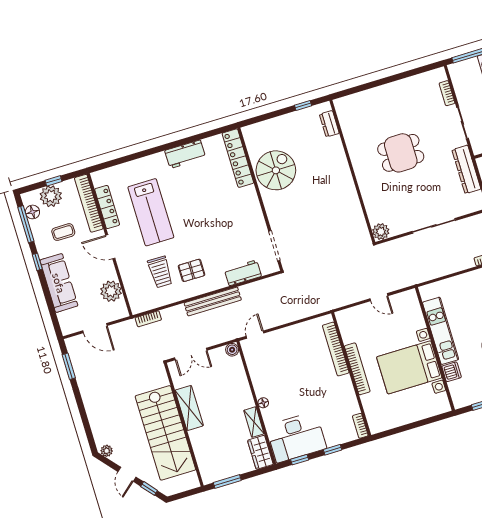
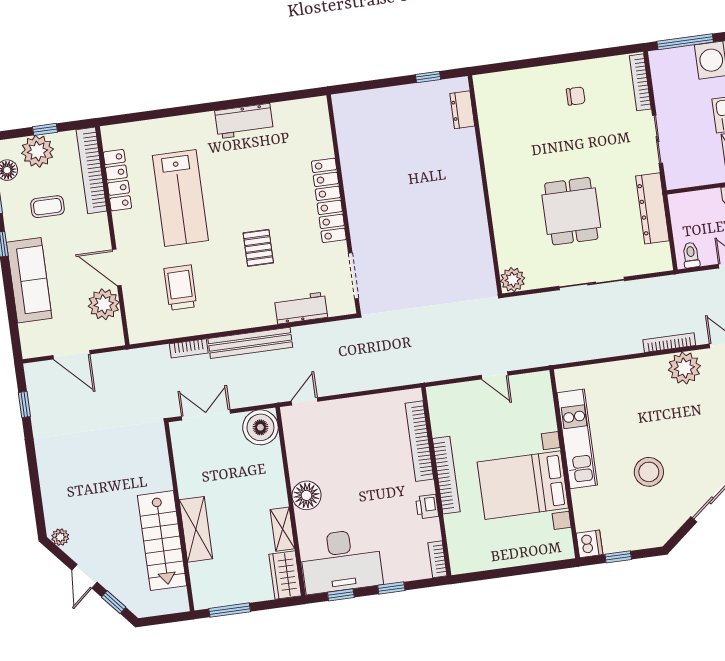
bookcase: (447, 93) -> (640, 82), width x1.56
chair: (403, 103) -> (576, 96), added
dining table: (401, 153) -> (571, 211), moved, turned 90
locker: (238, 158) -> (329, 200), moved
spiral stairs: (276, 170) -> (373, 166), removed
door: (110, 247) -> (117, 267), moved
pallet: (192, 270) -> (258, 248), moved, turned 90
trolley: (160, 272) -> (180, 288), turned 180
bookcase: (148, 319) -> (189, 348), moved
boiler: (232, 350) -> (260, 427), width x1.86, depth x1.86
double door: (191, 354) -> (206, 415), swing flipped
window: (69, 366) -> (24, 404), width x0.67
dishwasher: (452, 372) -> (589, 544), moved
printer: (348, 392) -> (427, 507), added
floor lamp: (263, 403) -> (307, 495), width x1.89, depth x1.89
shelving: (189, 408) -> (196, 529), moved
stairs: (165, 433) -> (162, 541), width x0.73, depth x0.66

